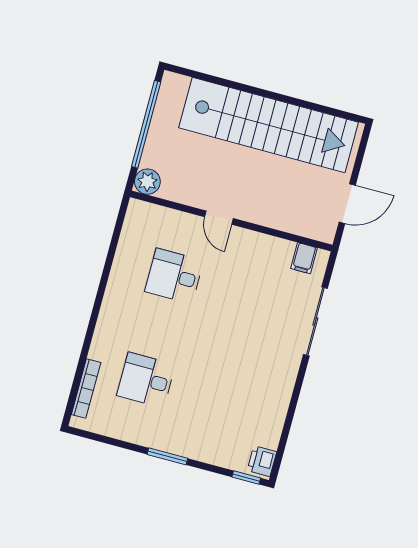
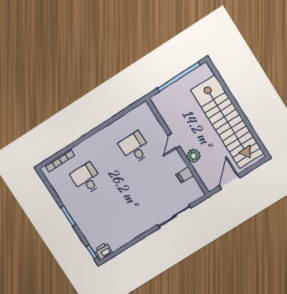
plant: (147, 182) -> (194, 156), moved
door: (347, 204) -> (230, 182), swing flipped
filing cabinet: (304, 258) -> (185, 175), moved

